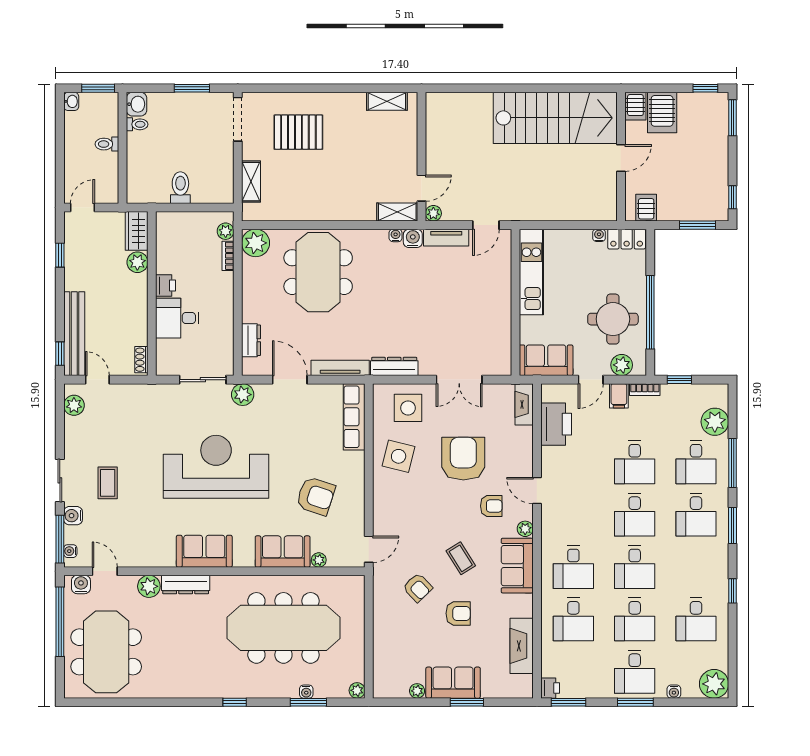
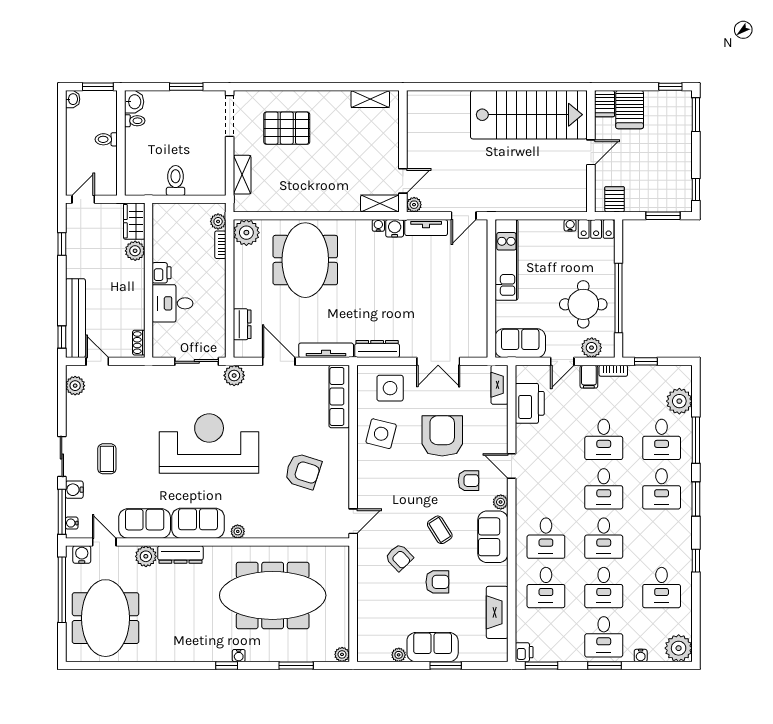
sofa: (283, 552) -> (145, 523), moved
plant: (319, 560) -> (238, 531), moved
water cooler: (306, 692) -> (239, 656), moved

